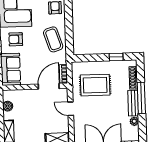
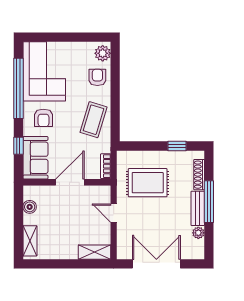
armchair: (16, 39) -> (43, 118), turned -90
coffee table: (53, 39) -> (94, 120), turned 35
door: (49, 86) -> (70, 182), moved

